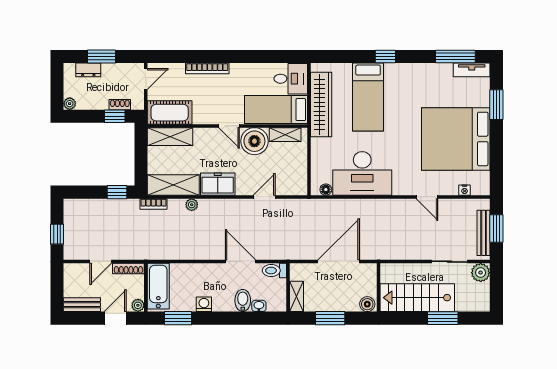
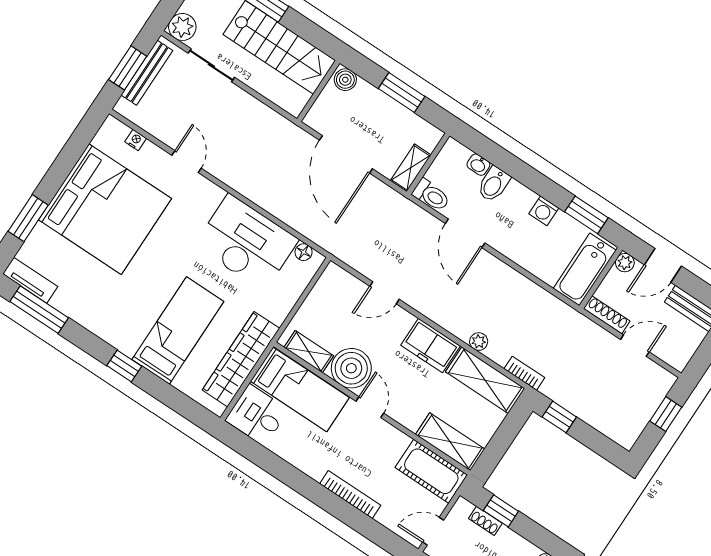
door: (339, 262) -> (346, 154), hinge flipped
shelving: (296, 296) -> (411, 168), moved

